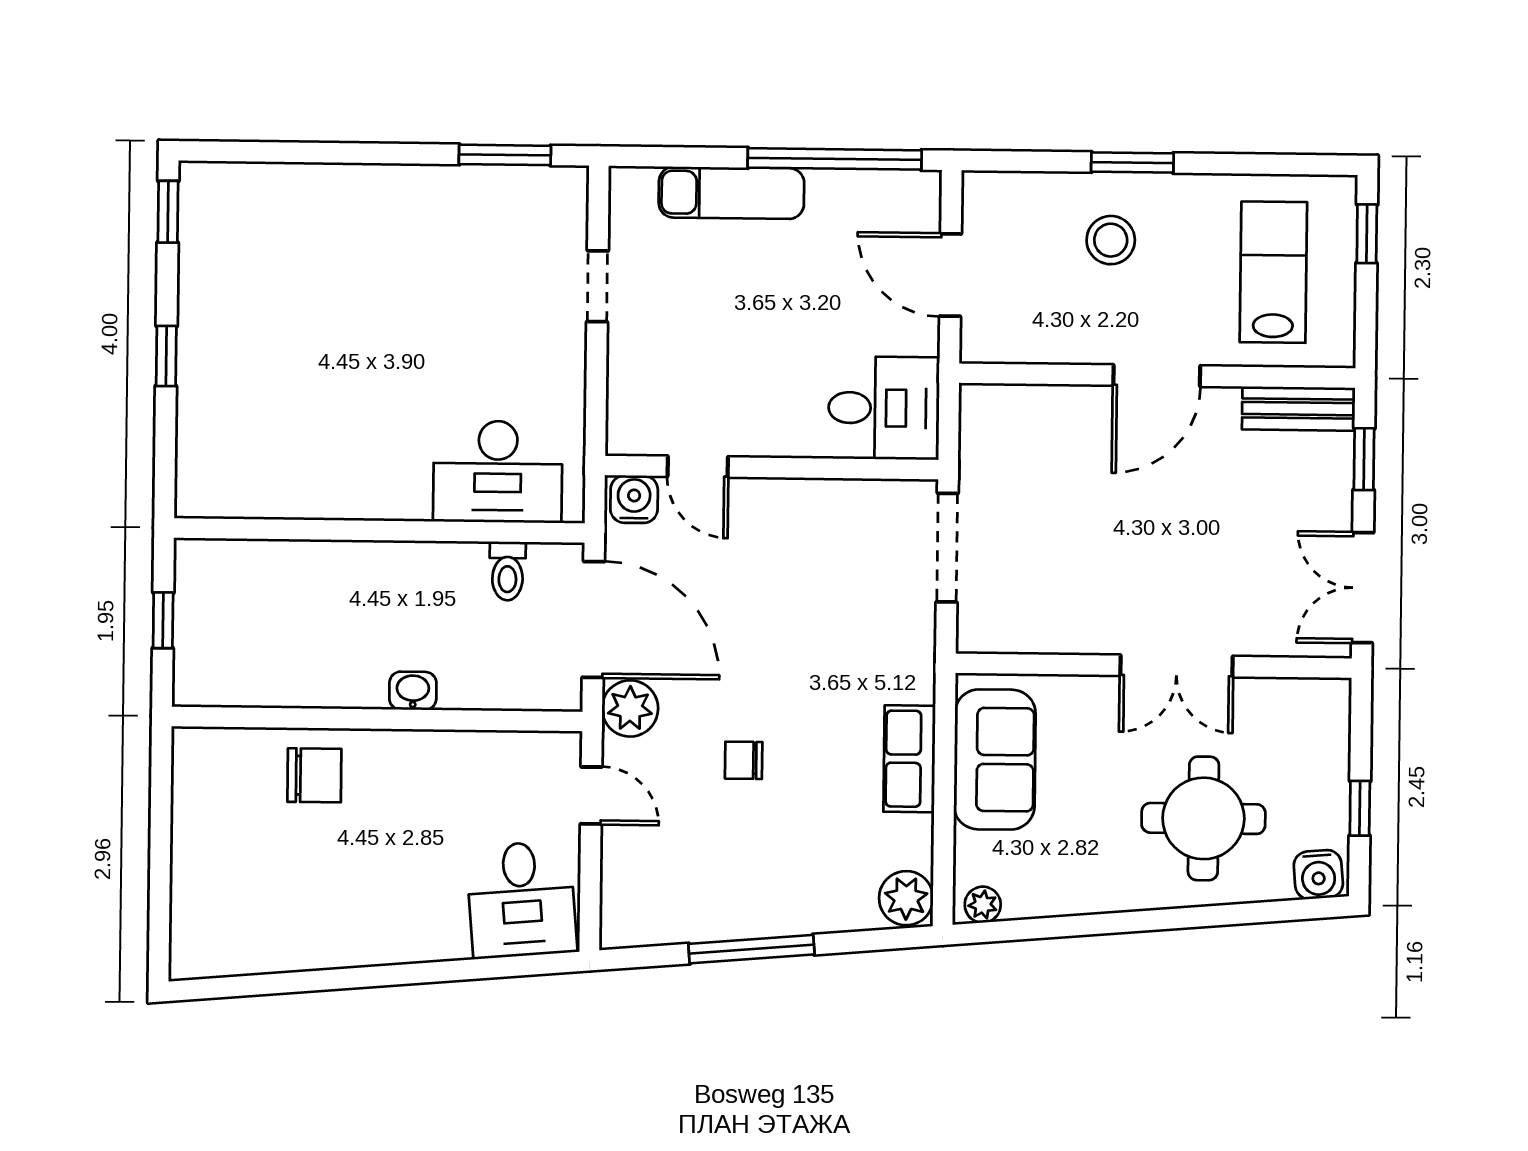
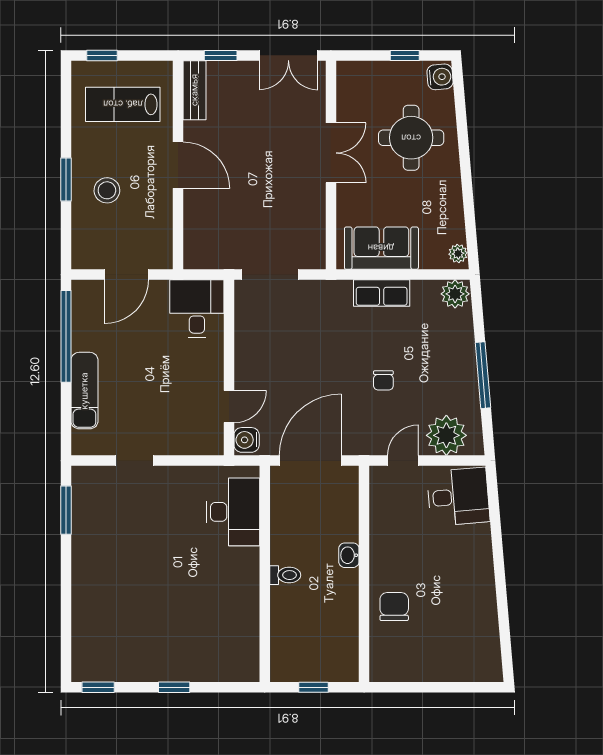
toilet: (508, 571) -> (285, 575), moved
plant: (630, 708) -> (446, 435), moved, width x1.36, depth x1.36

